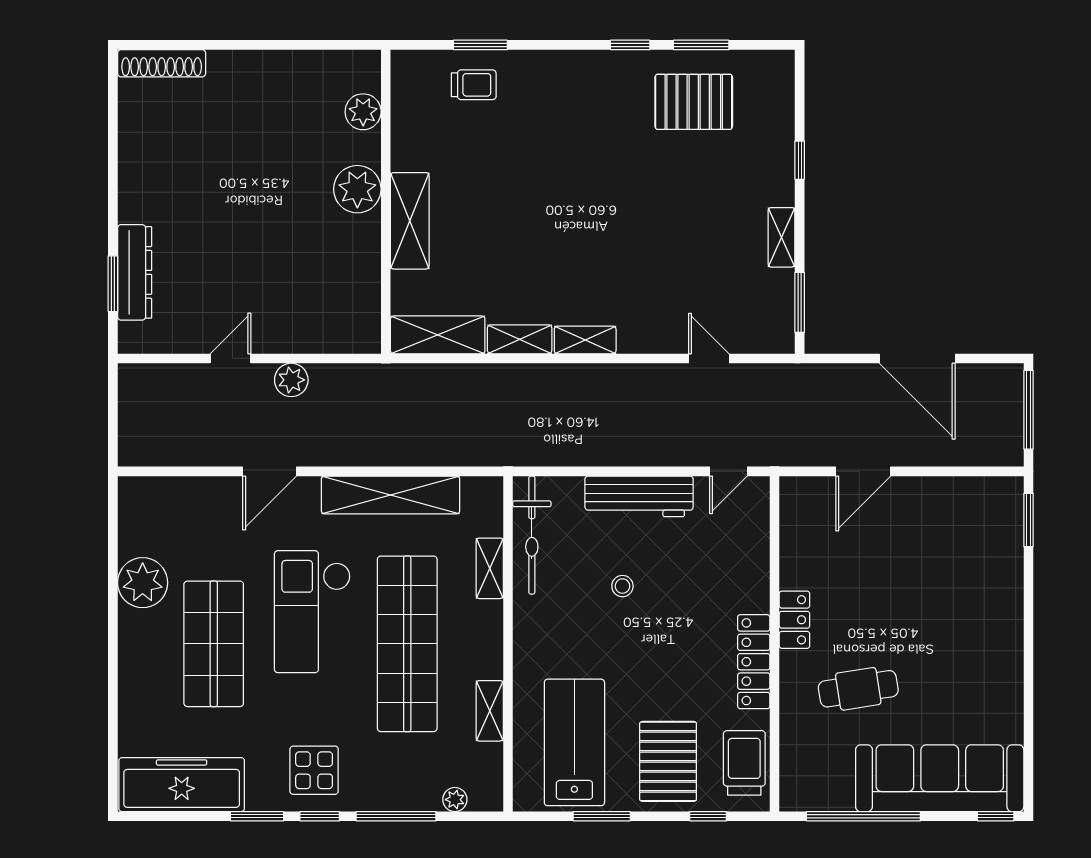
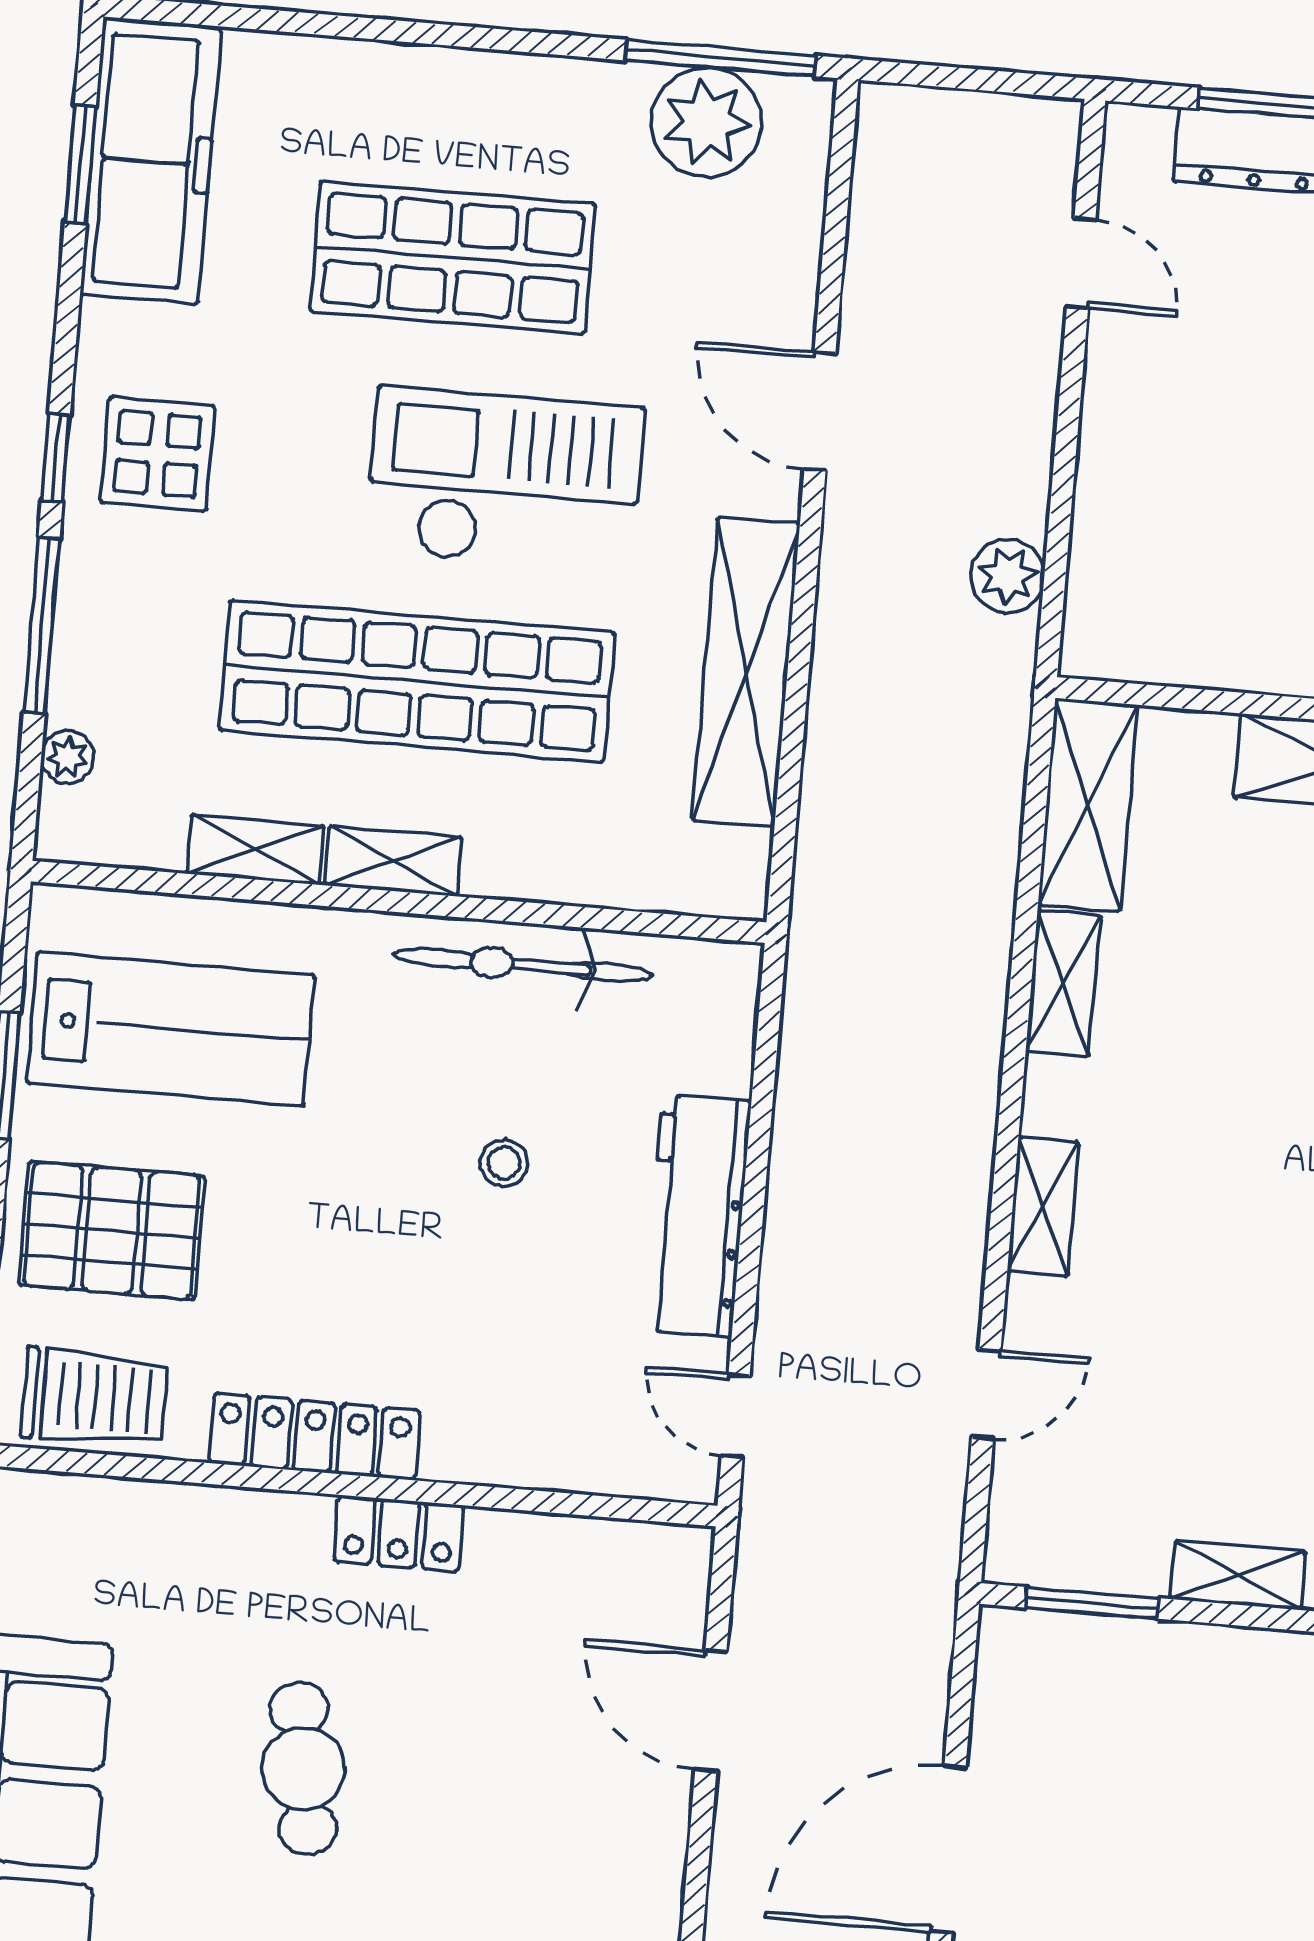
shelving: (585, 340) -> (1043, 1207), moved
door: (230, 358) -> (1081, 263), moved
plant: (291, 380) -> (1008, 576), moved
window: (113, 530) -> (720, 58), added
bicycle: (532, 535) -> (523, 965), moved
shelving: (490, 568) -> (393, 861), moved
plant: (143, 583) -> (706, 122), moved
cafe table: (858, 689) -> (303, 1769), moved
window: (257, 816) -> (80, 164), moved

